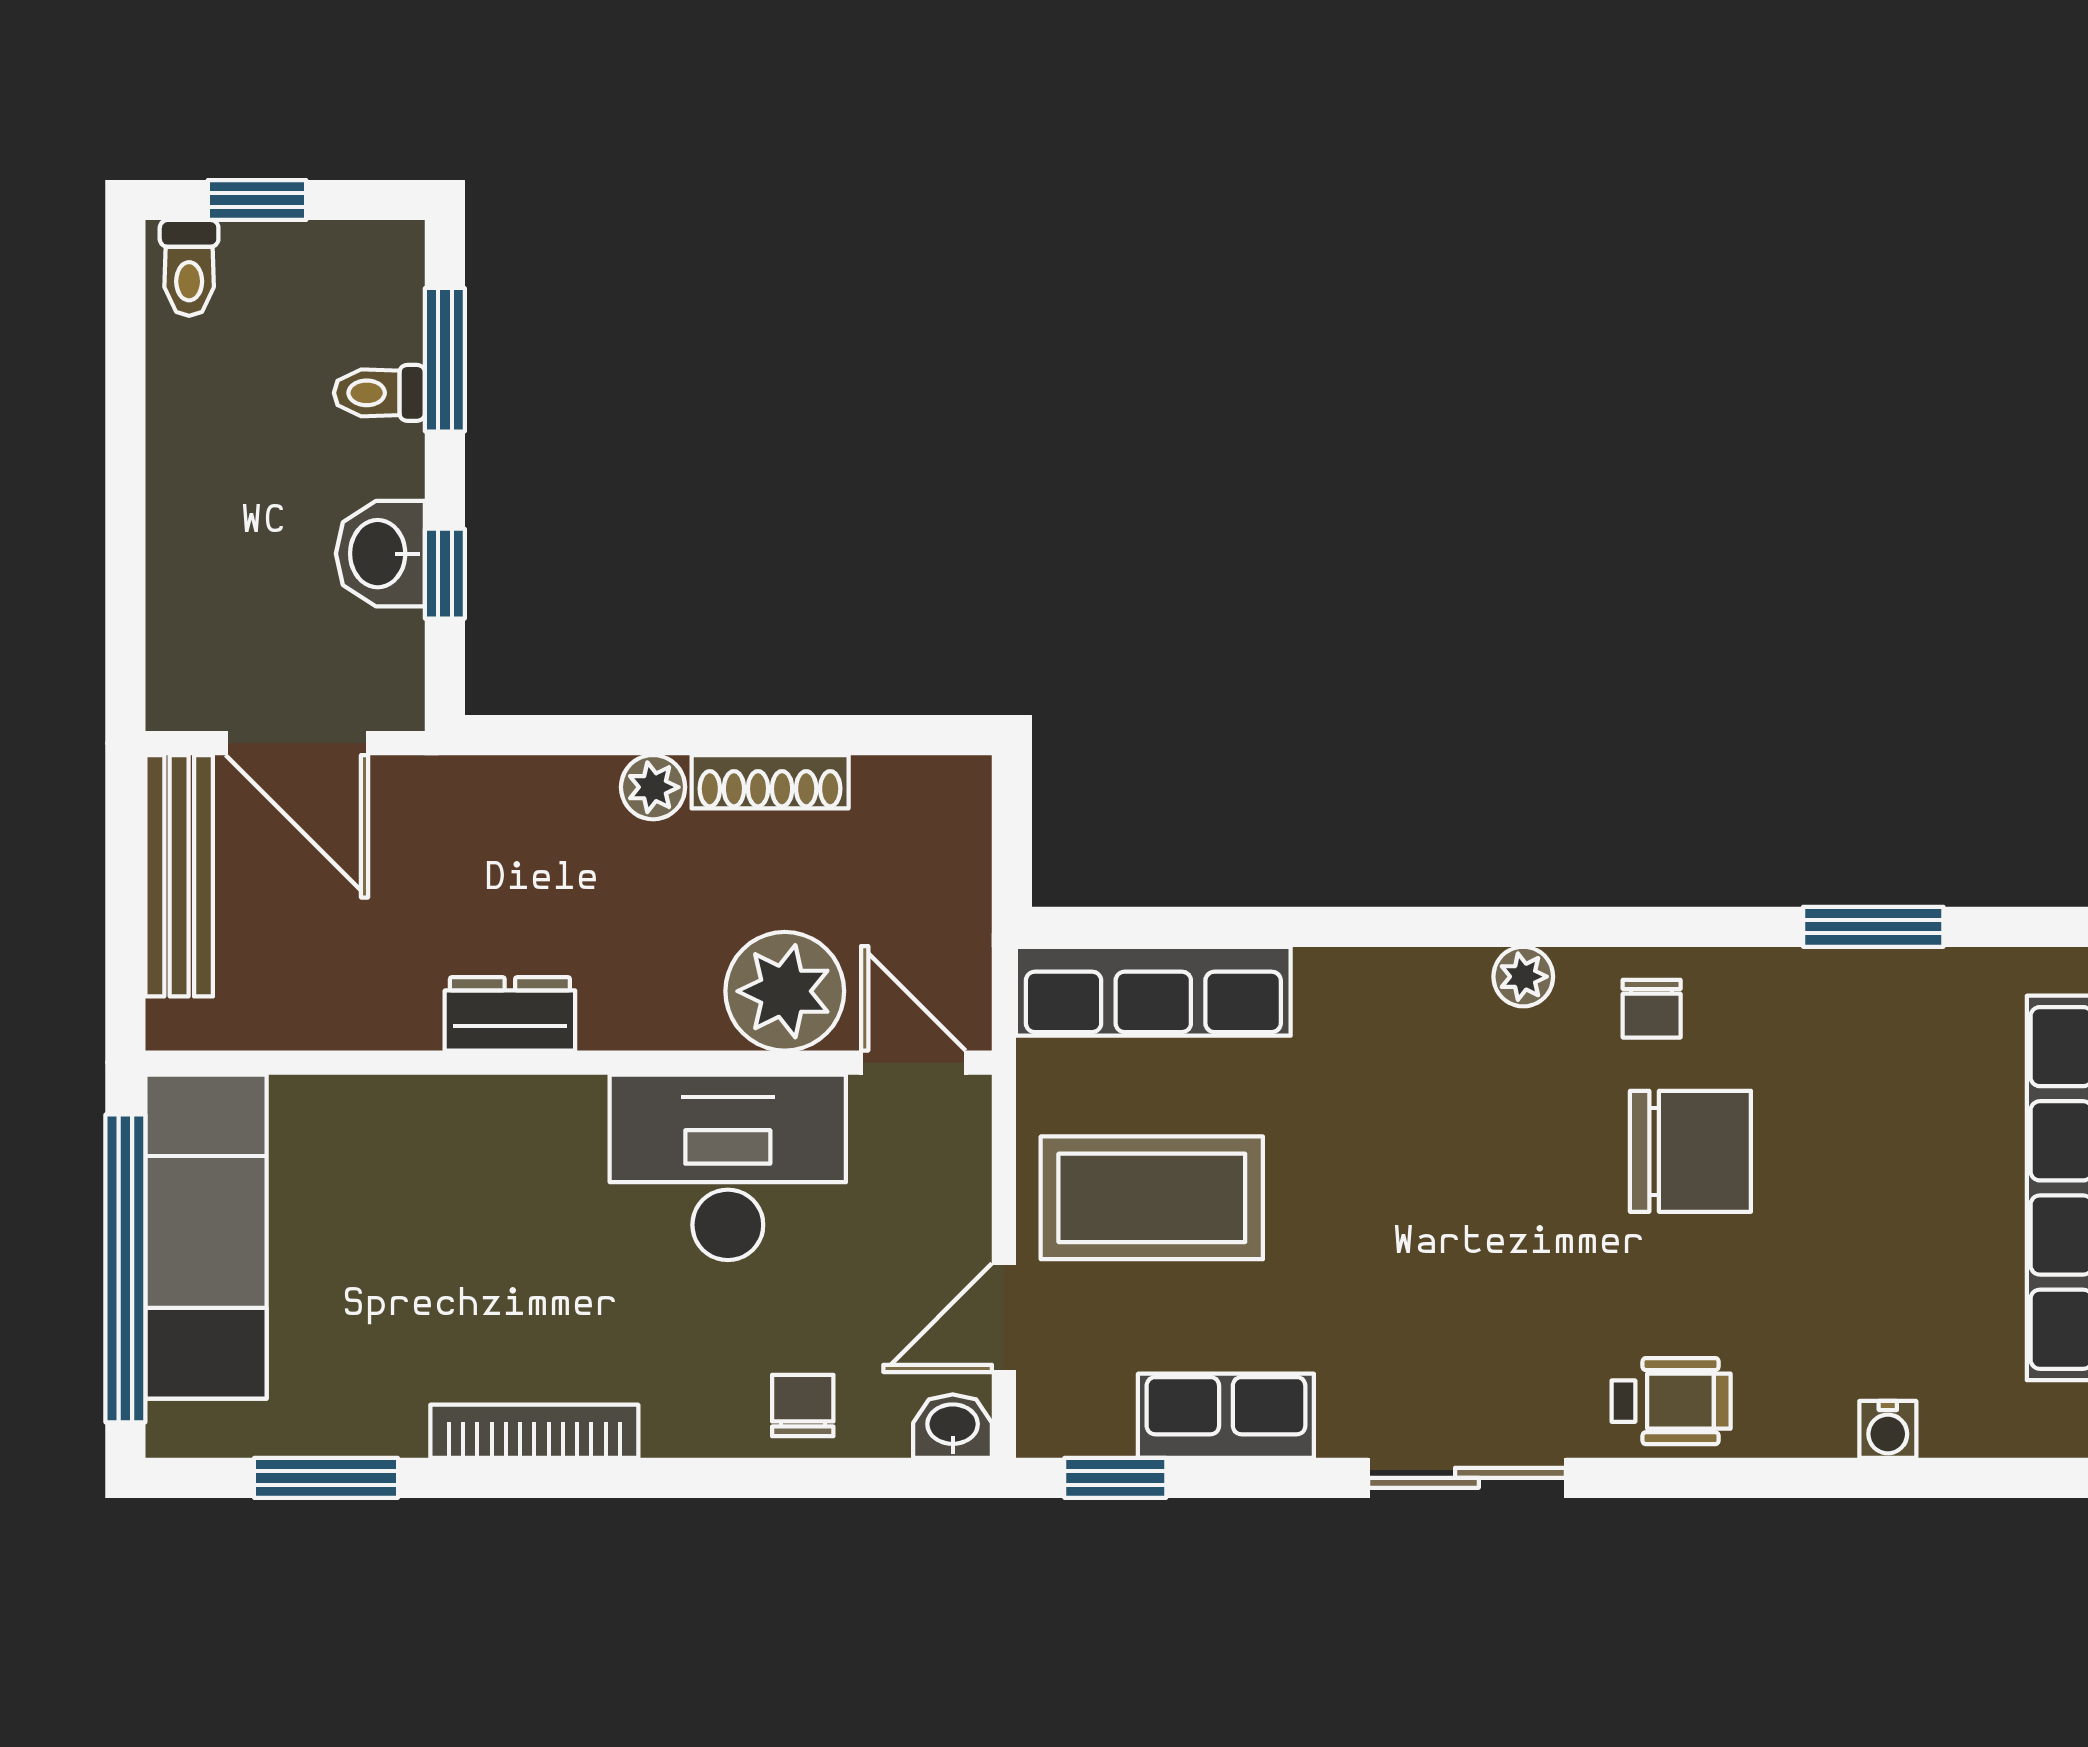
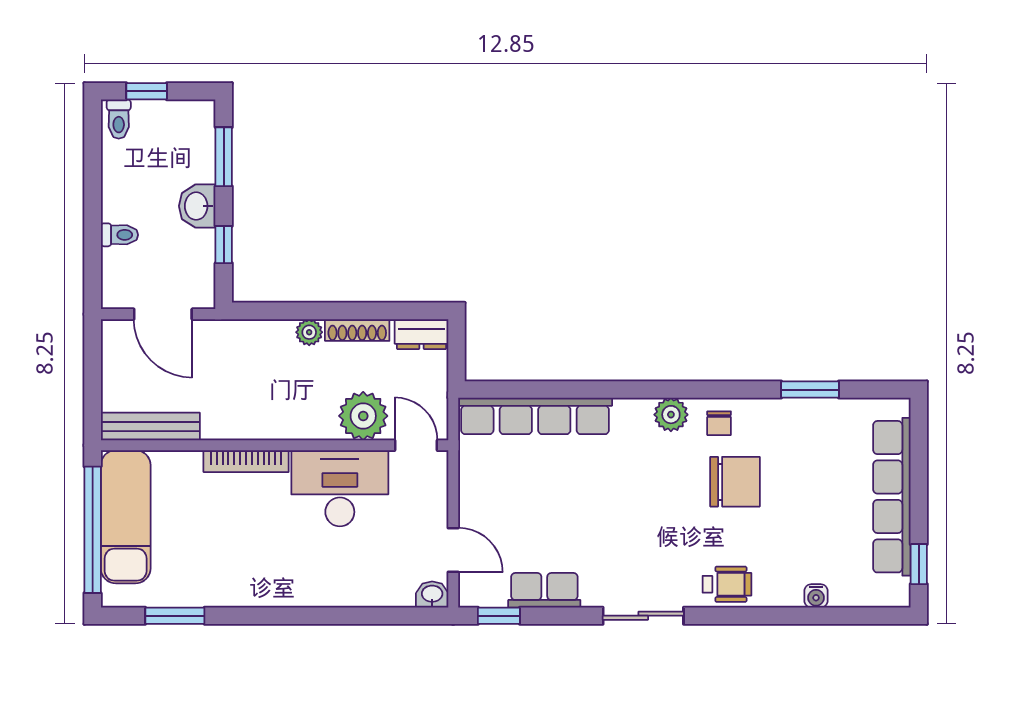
toilet: (379, 393) -> (119, 235), moved, turned 180
washbasin: (380, 554) -> (197, 206), moved
bench: (179, 876) -> (150, 426), moved, turned 90
plant: (1523, 977) -> (671, 415), width x1.38, depth x1.38
row of seats: (1153, 991) -> (535, 416), width x1.36
dresser: (510, 1014) -> (421, 334), moved, turned 180
coffee table: (1152, 1198) -> (514, 501), removed
door: (1004, 1318) -> (453, 550), swing flipped
chair: (803, 1406) -> (371, 586), removed
bookcase: (534, 1431) -> (246, 461), moved, turned 180

